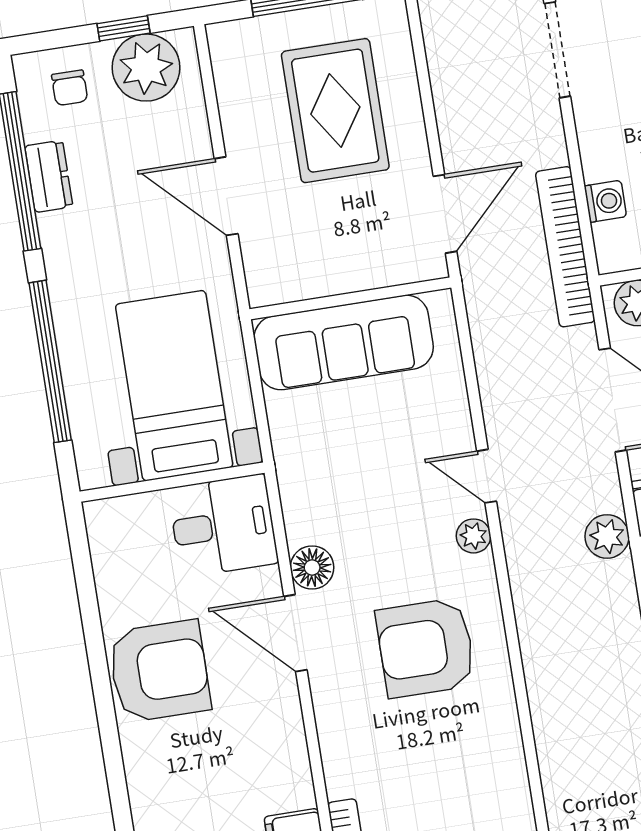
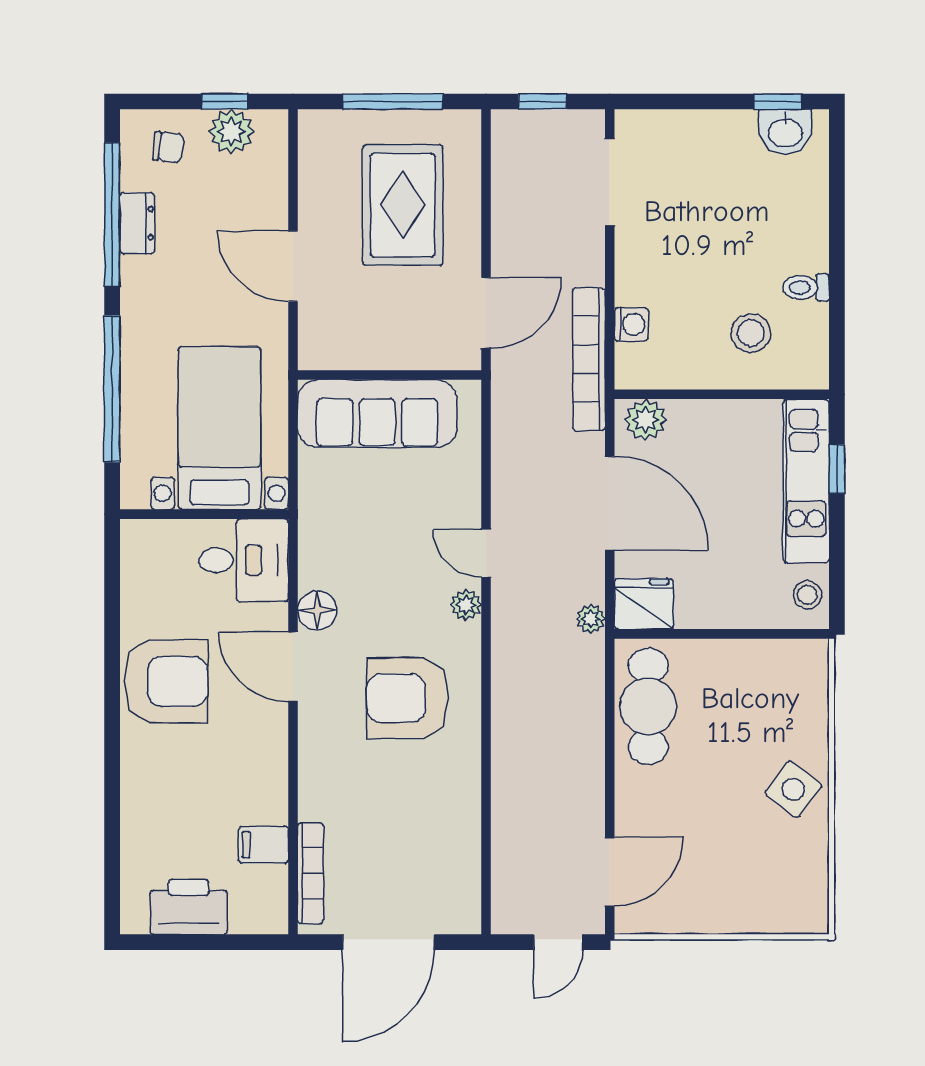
plant: (146, 68) -> (231, 132), width x0.73, depth x0.73
chair: (70, 88) -> (168, 147), turned -84
plant: (607, 536) -> (591, 619), width x0.73, depth x0.73

